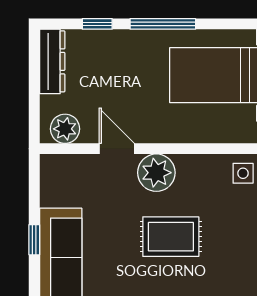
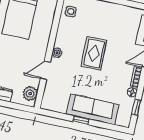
plant: (156, 173) -> (57, 53), width x0.53, depth x0.53

